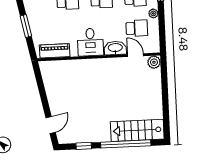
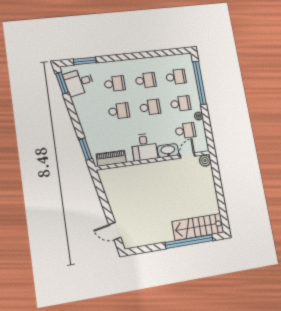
window: (26, 26) -> (85, 149), moved
door: (136, 55) -> (187, 156), hinge flipped
door: (51, 125) -> (115, 231), swing flipped
window: (84, 146) -> (149, 248), removed

